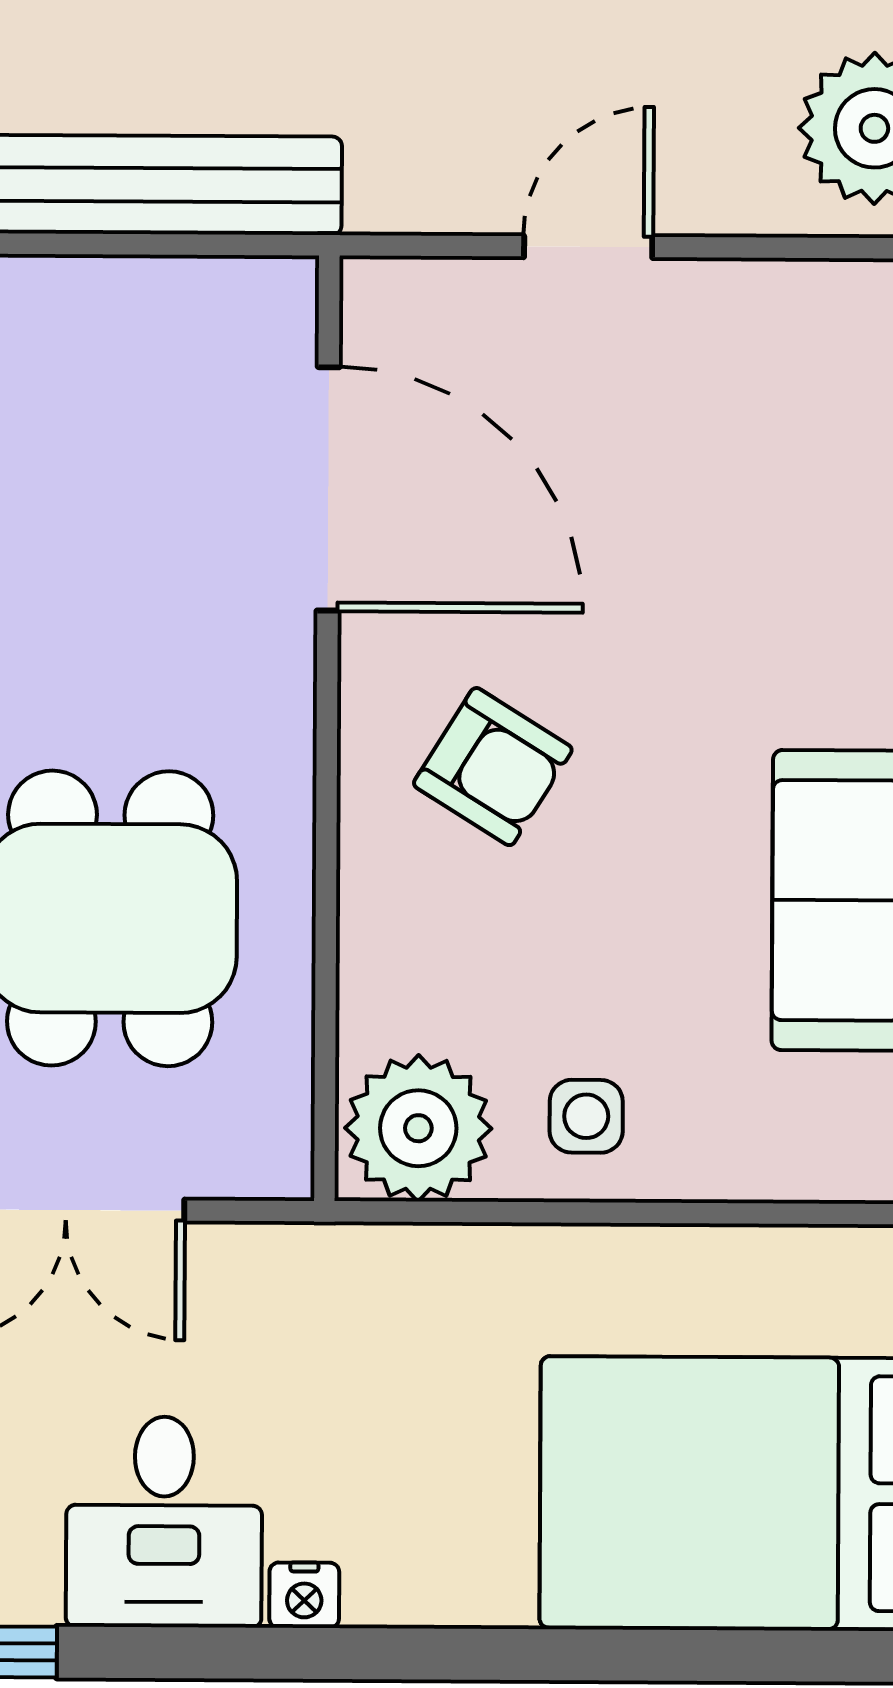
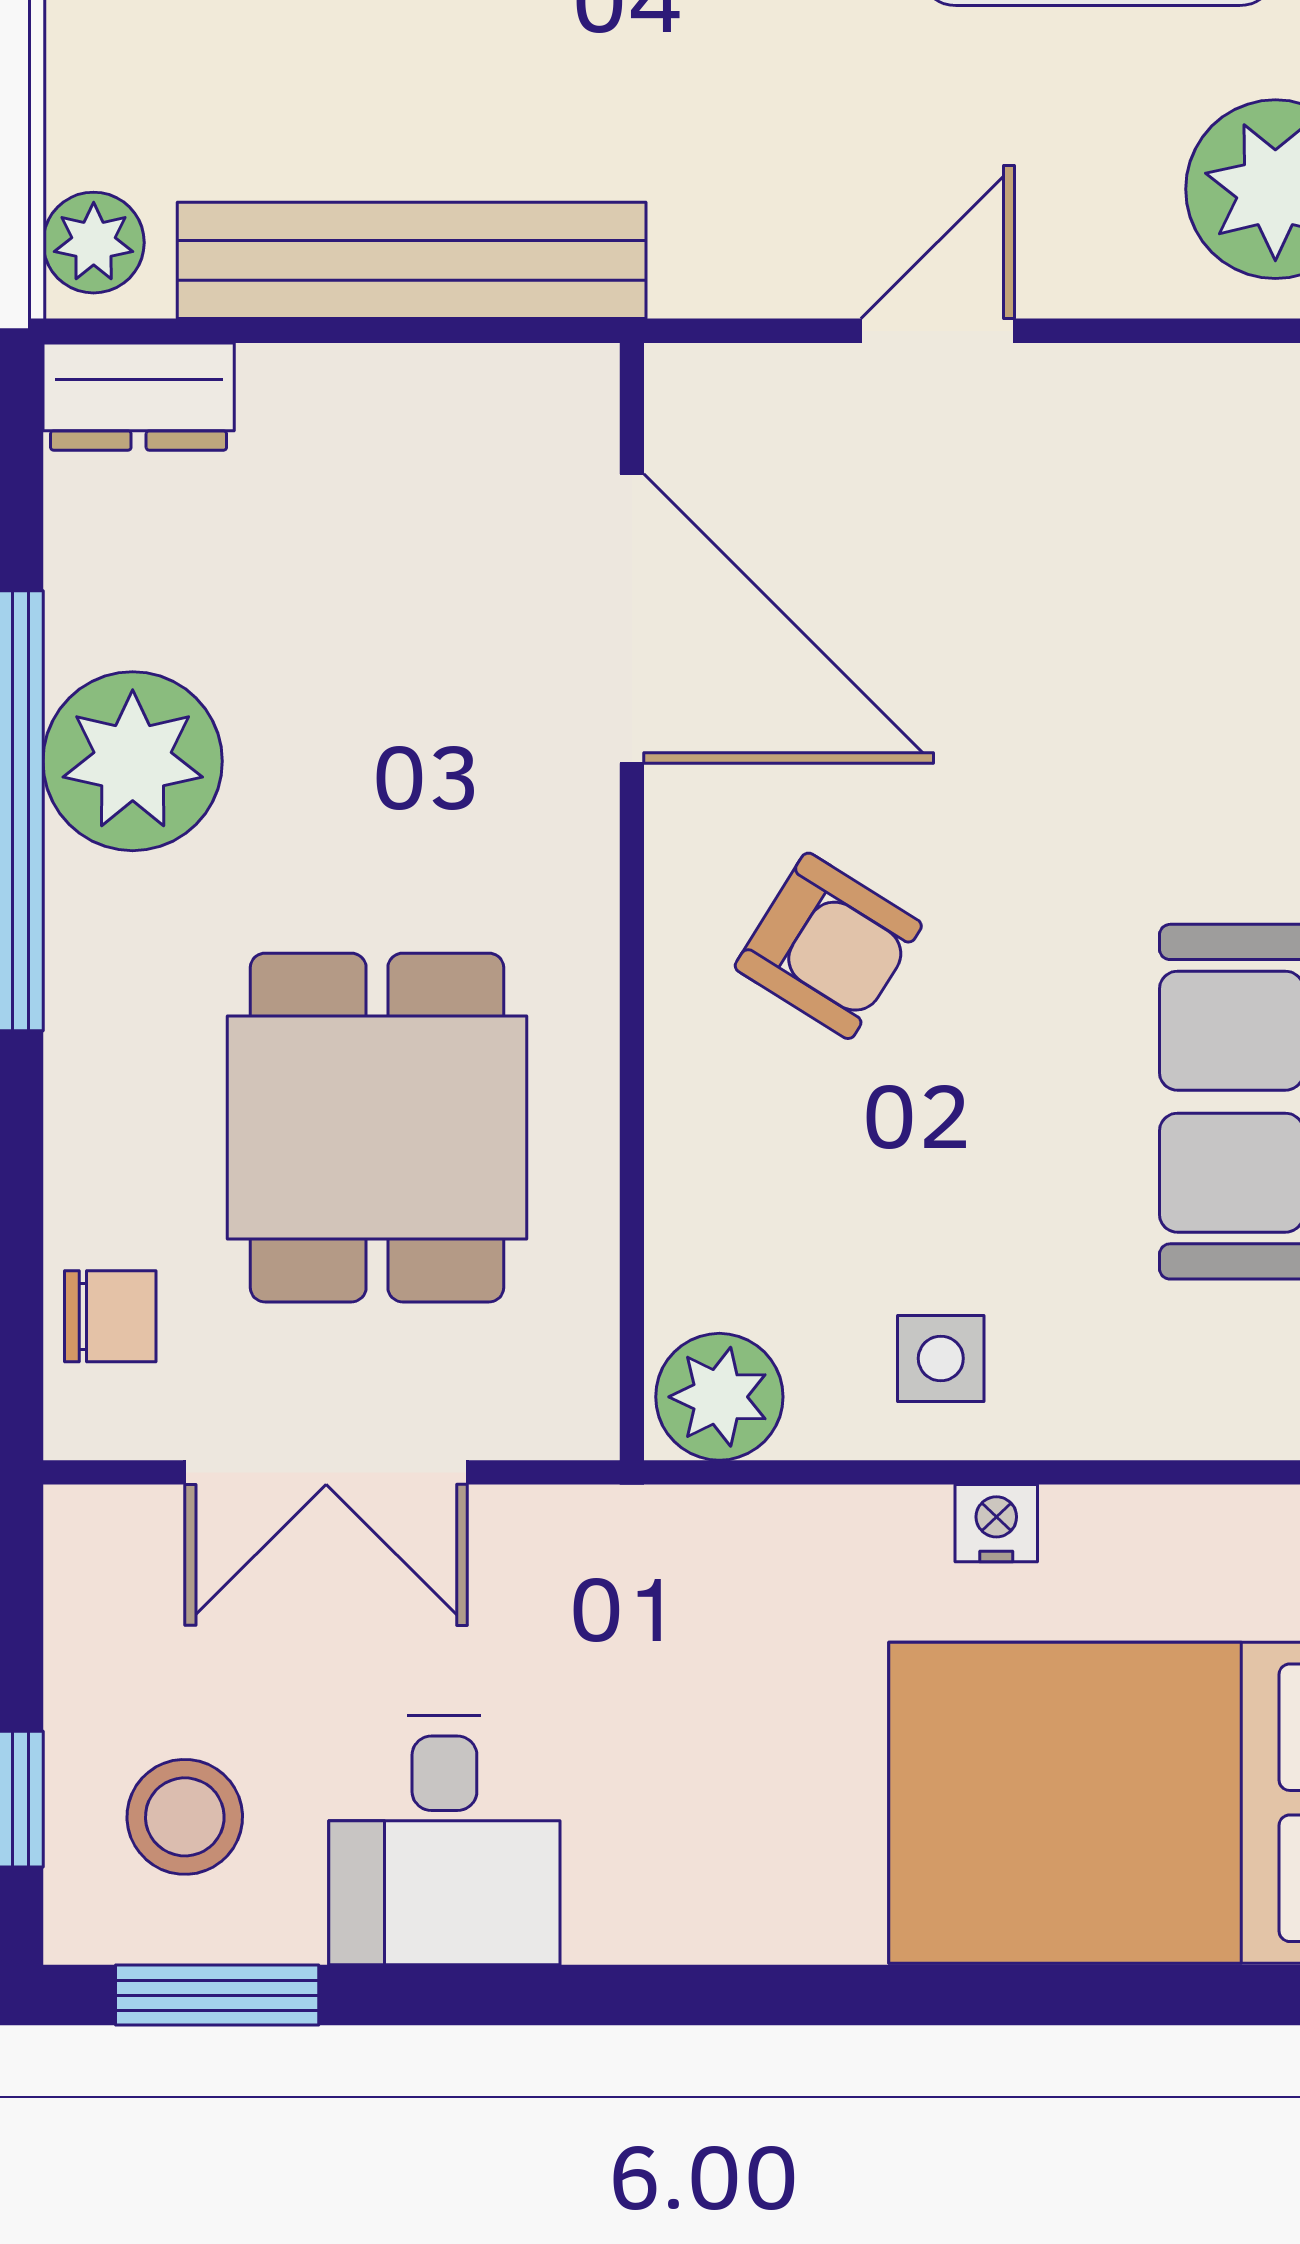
plant: (418, 1128) -> (719, 1397), width x0.73, depth x0.73
nightstand: (304, 1595) -> (996, 1523), moved, turned 180

